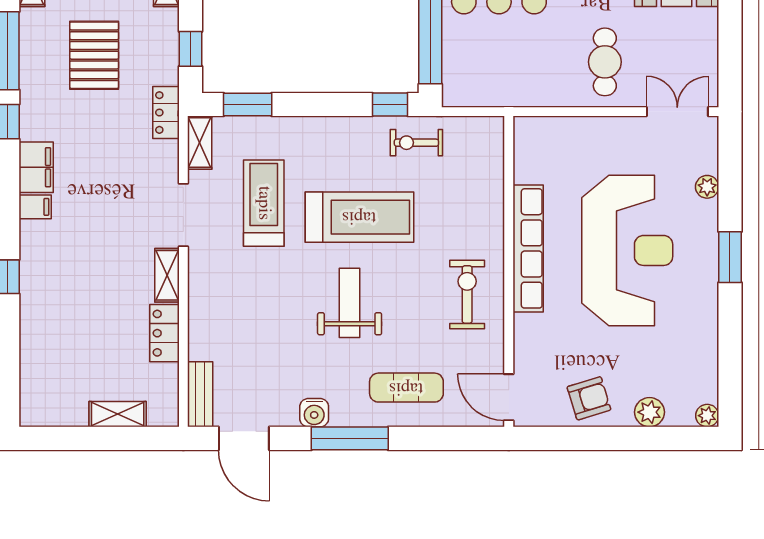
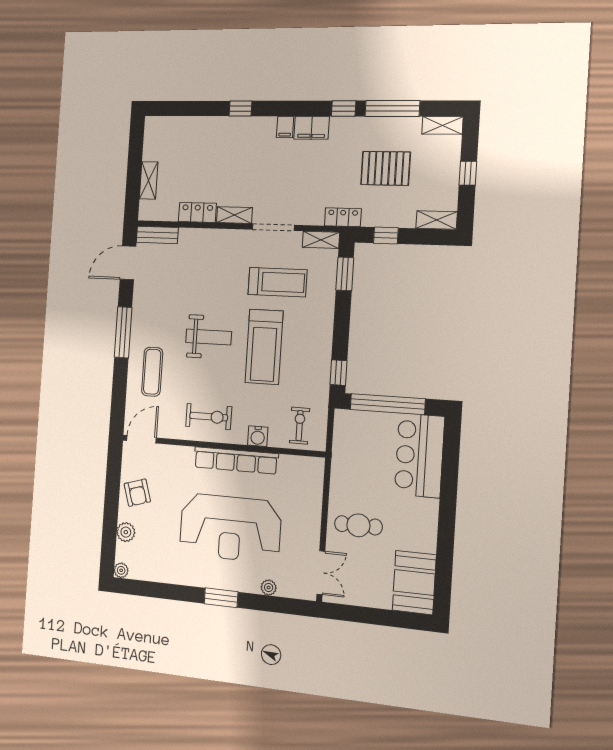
exercise bike: (416, 143) -> (300, 426), moved
water cooler: (314, 413) -> (258, 436), moved, turned -90

